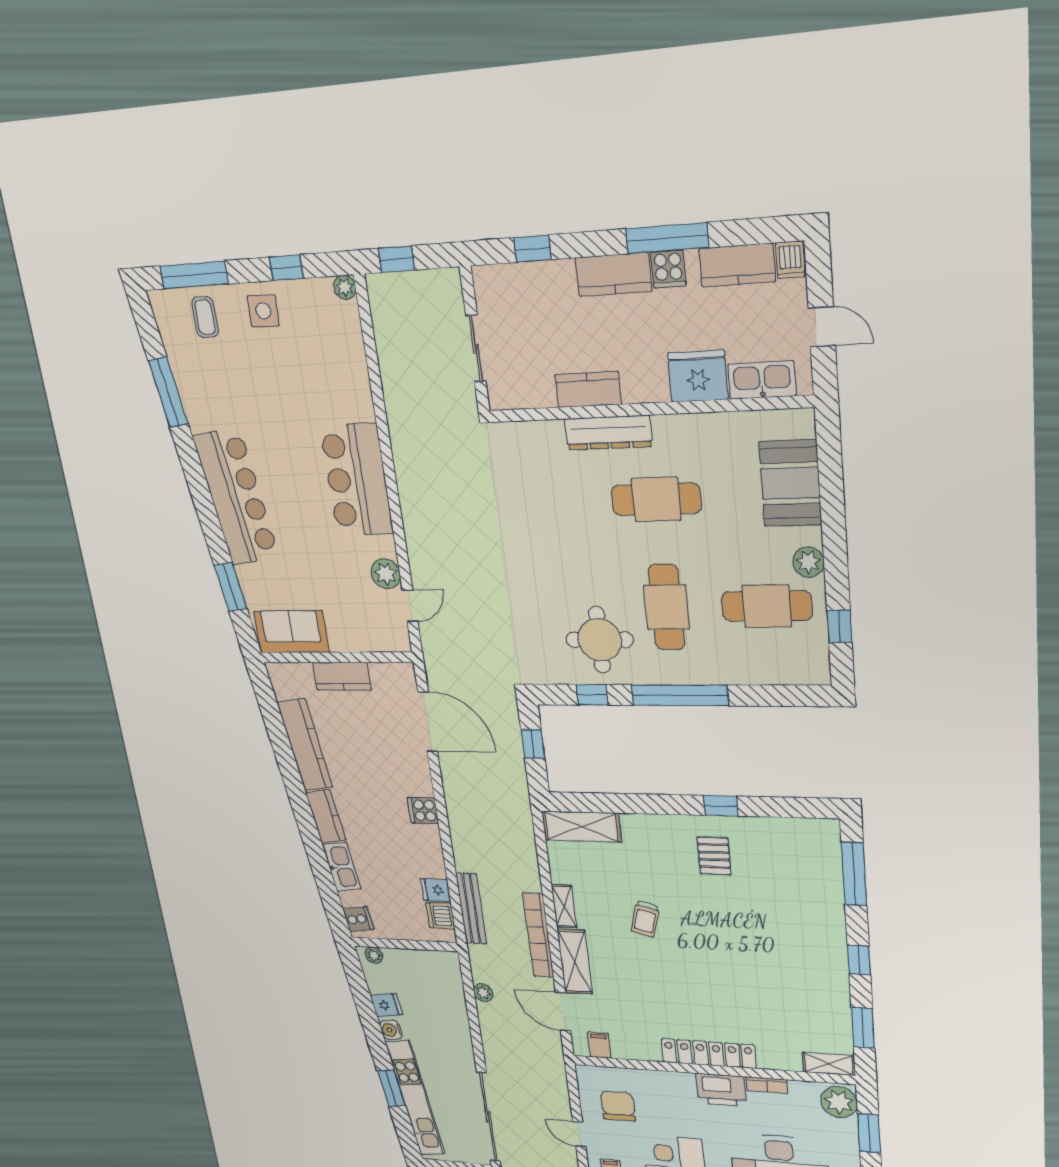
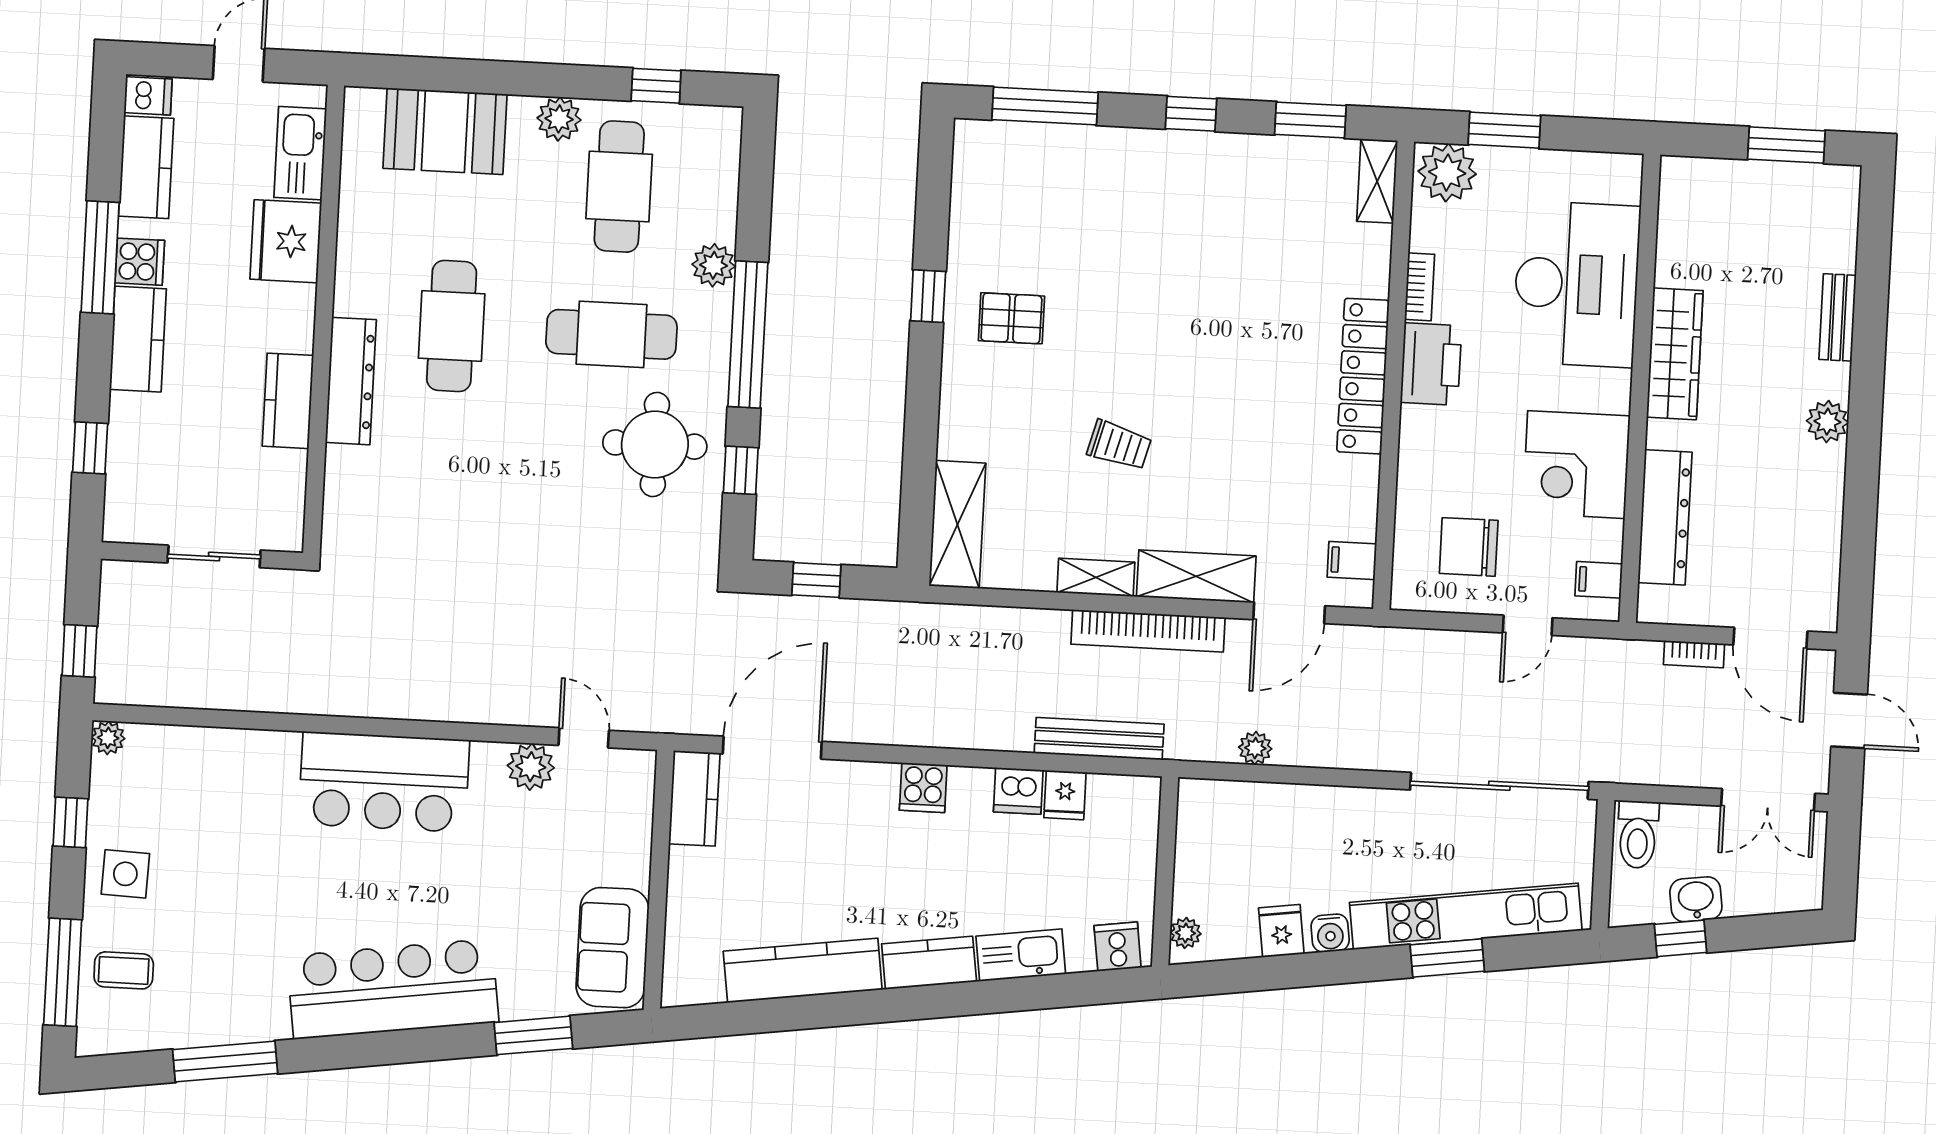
plant: (722, 671) -> (714, 265), added
kitchen counter: (342, 676) -> (694, 798), moved
dishwasher: (441, 916) -> (1018, 791), moved

